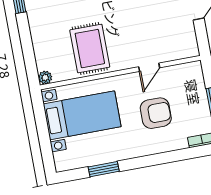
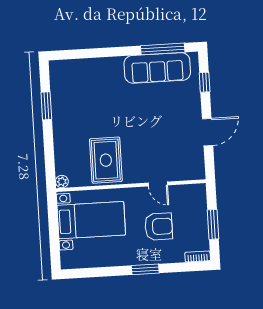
door: (149, 67) -> (158, 184), hinge flipped
window: (104, 169) -> (145, 269), moved

